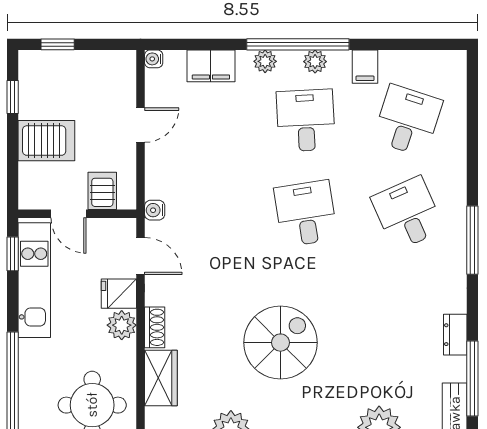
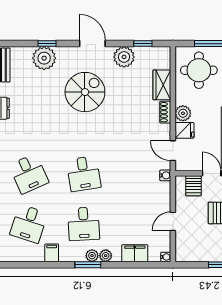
window: (298, 44) -> (88, 265), width x0.47
plant: (315, 62) -> (92, 256), moved
spiral stairs: (280, 343) -> (85, 92), moved, turned 180

